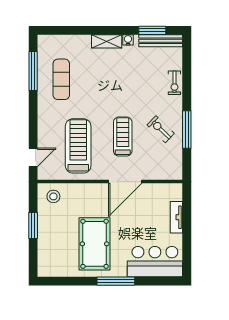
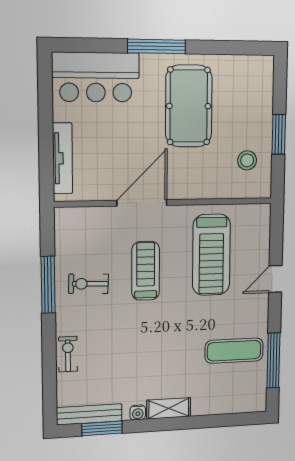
exercise mat: (61, 79) -> (234, 351), turned 90
exercise bike: (161, 129) -> (88, 284), turned 138
treadmill: (123, 137) -> (146, 271), turned 180
door: (33, 157) -> (275, 279), moved
stool: (53, 196) -> (247, 160), moved
tv unit: (176, 217) -> (63, 158), width x1.41

